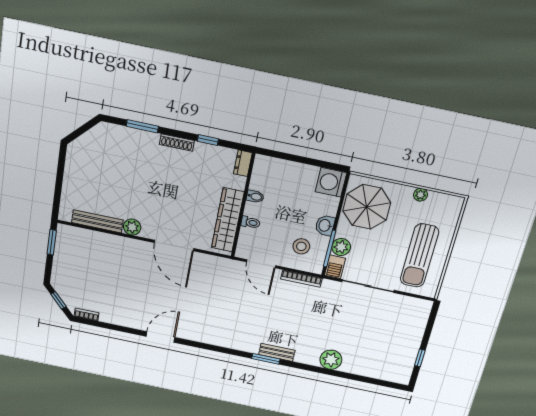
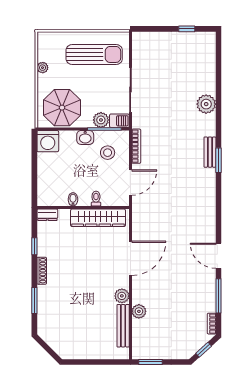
plant: (111, 242) -> (139, 311), added
window: (116, 328) -> (218, 296), added

